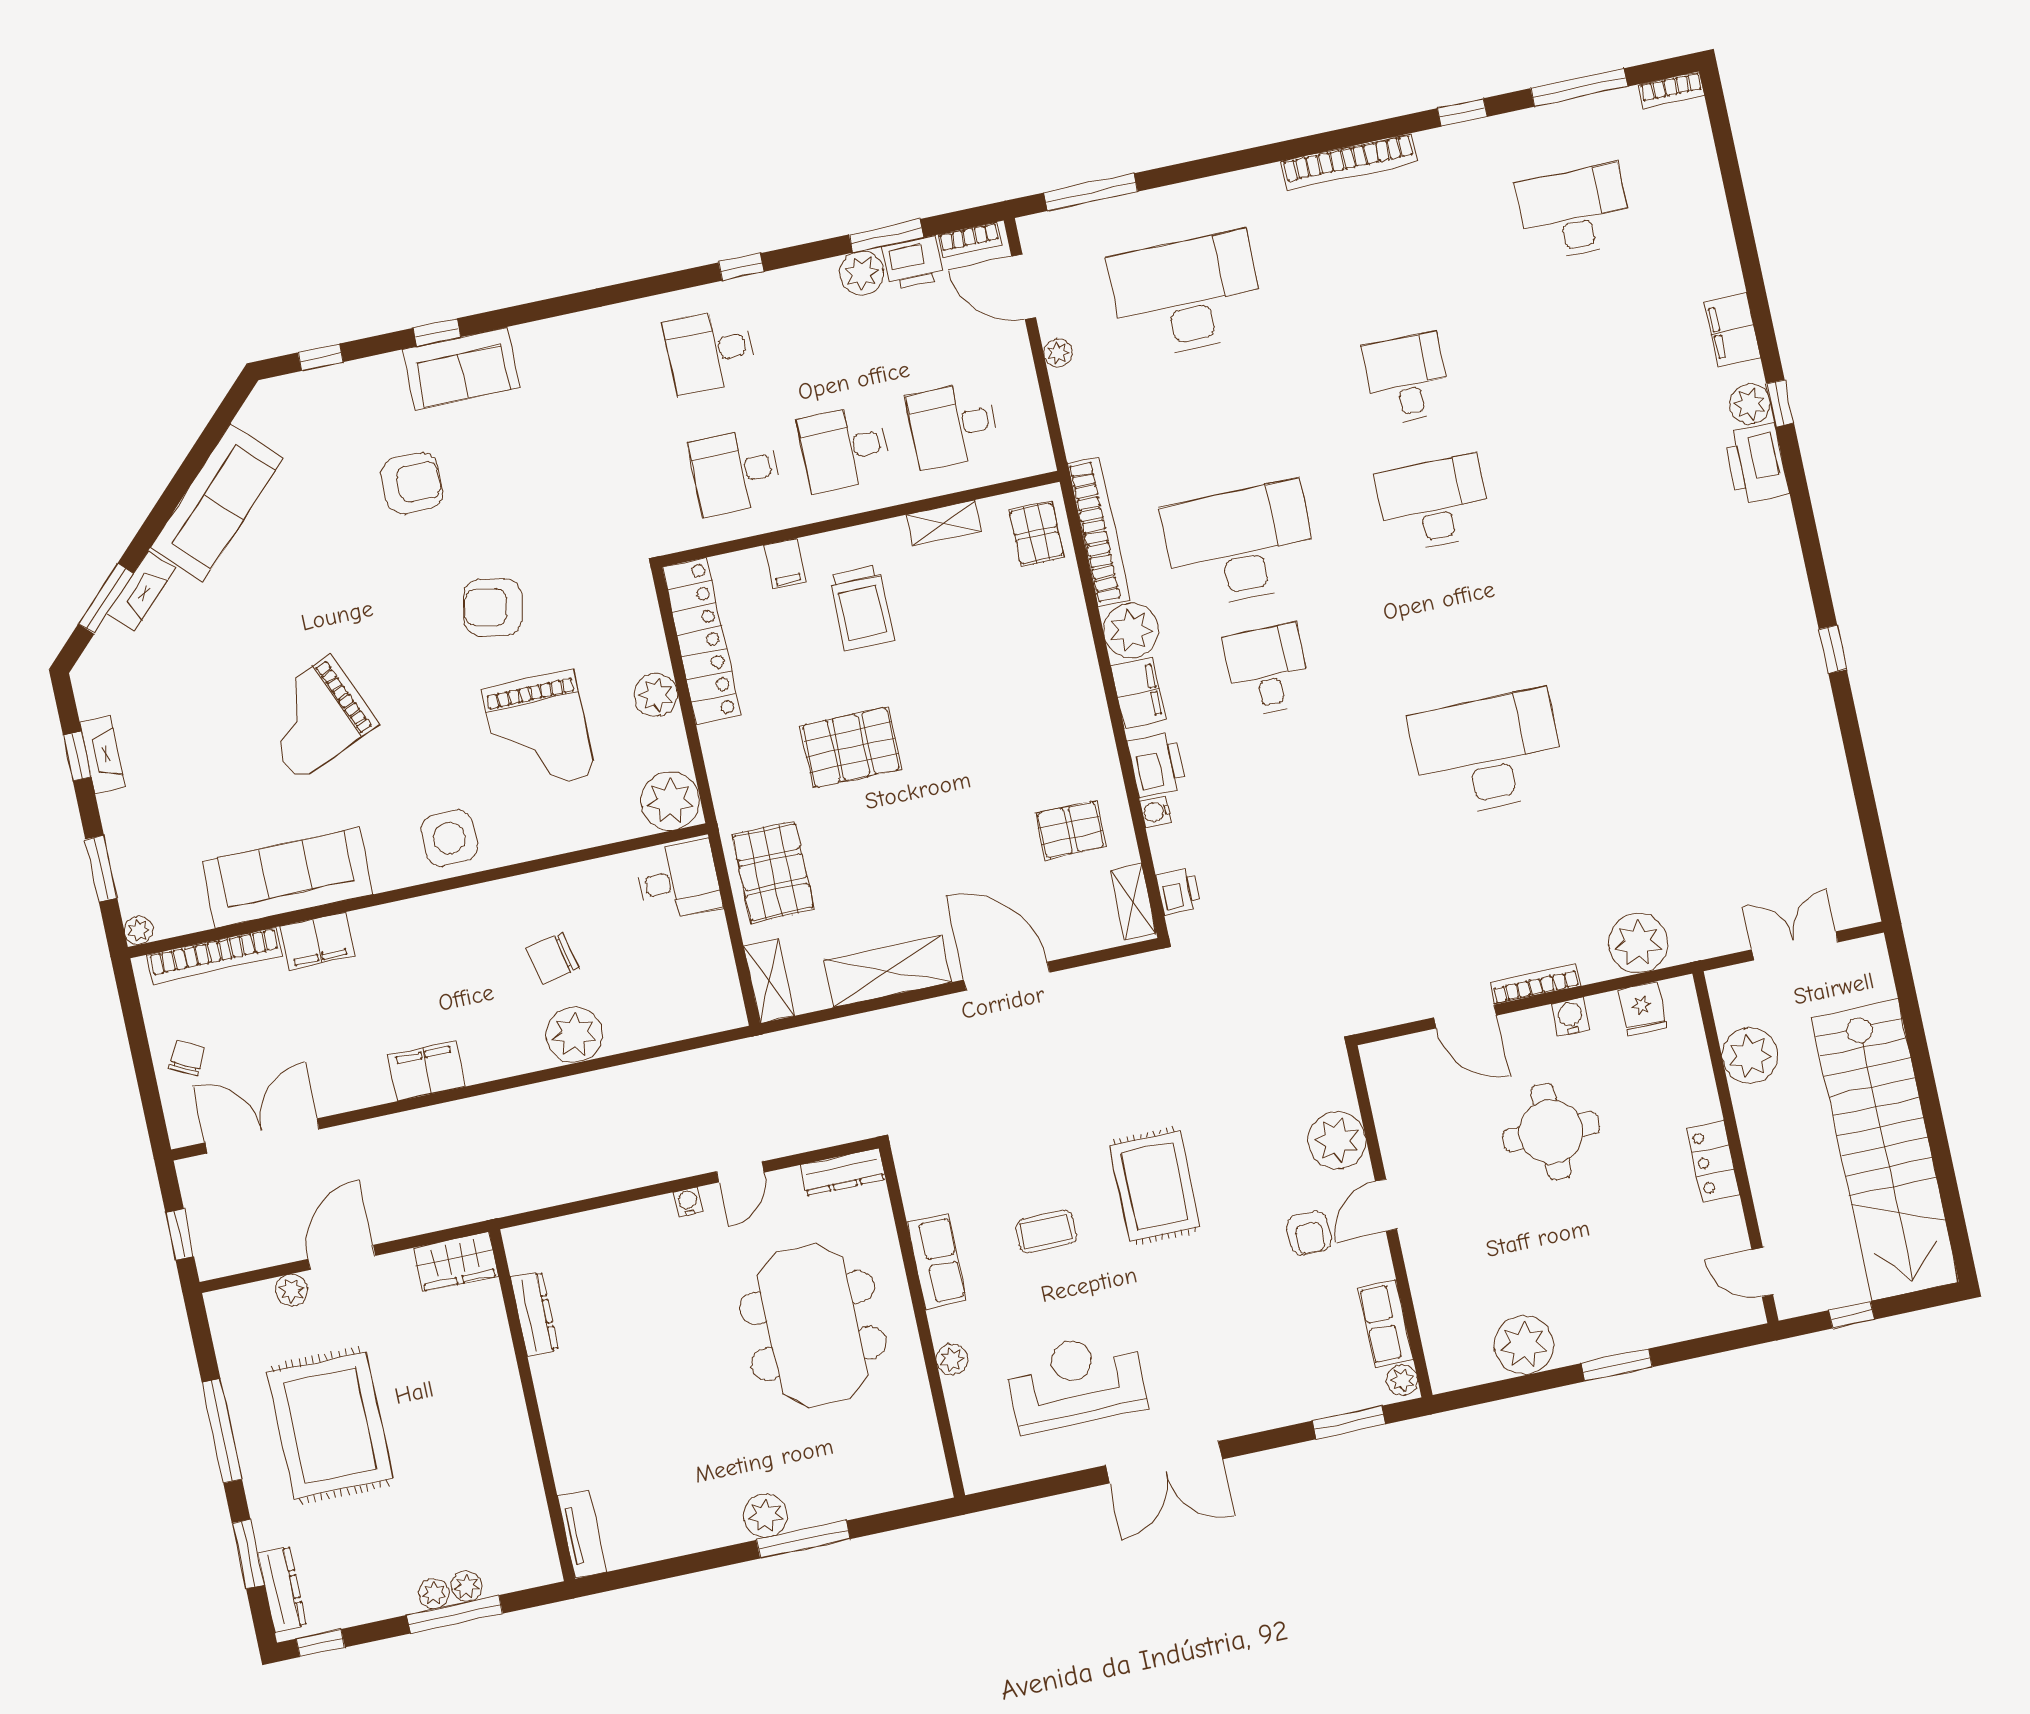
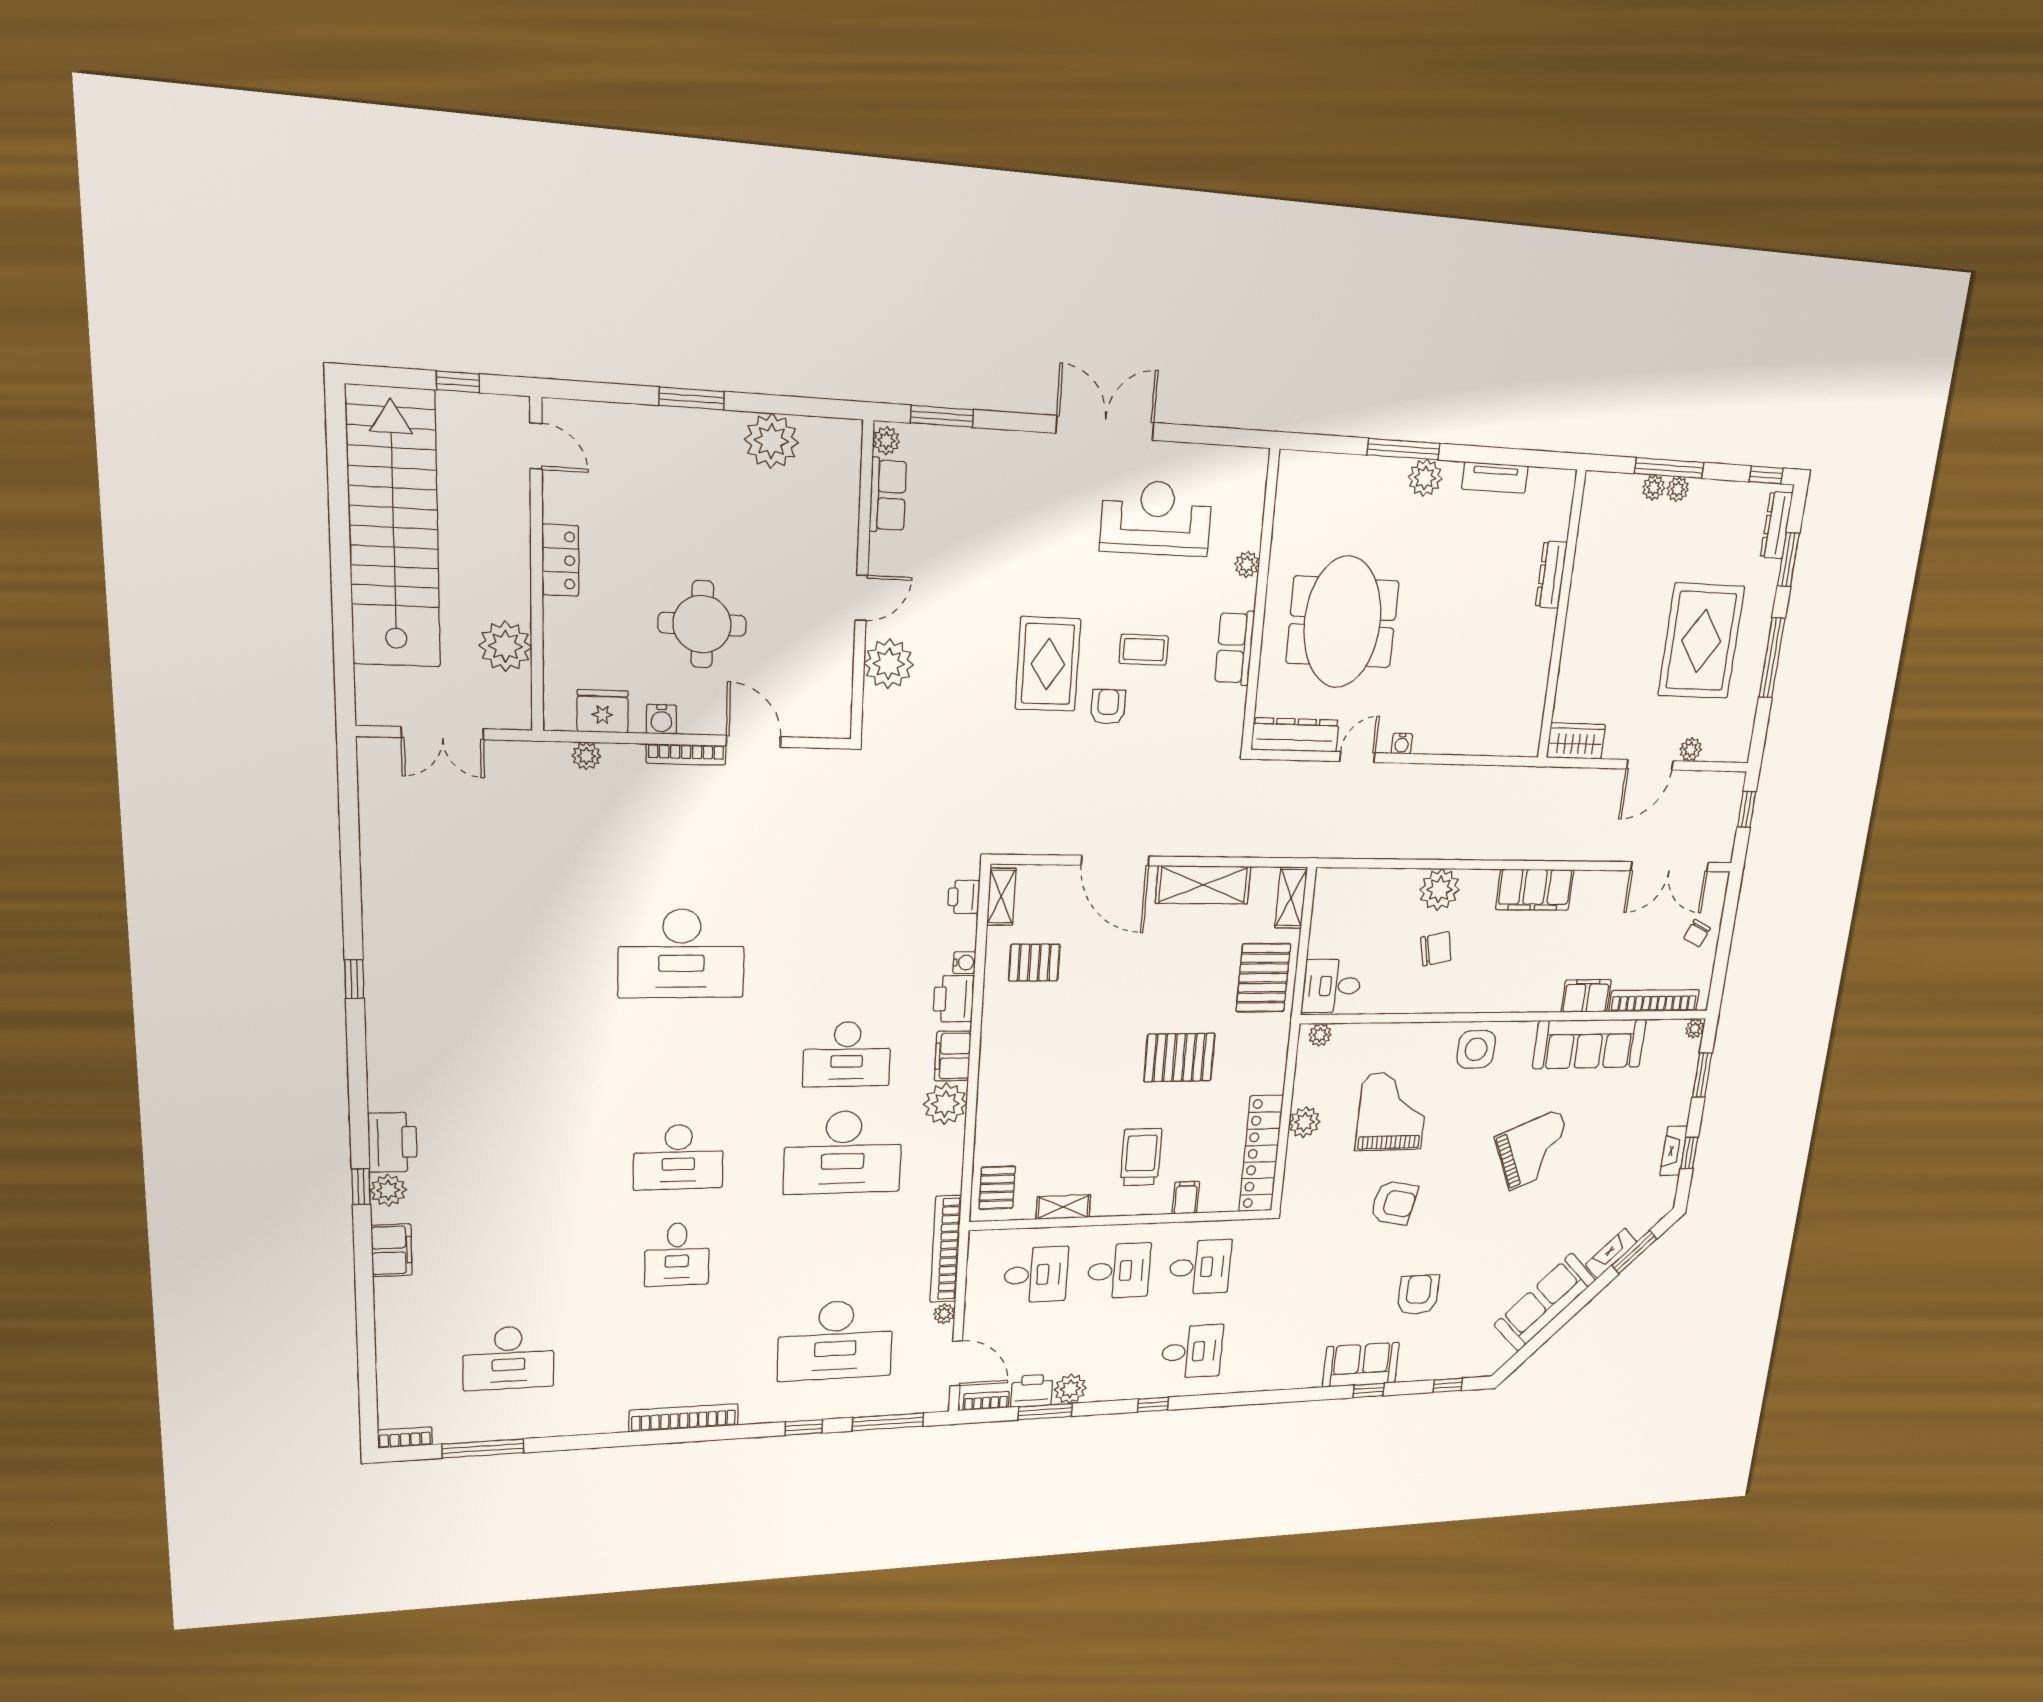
window: (1462, 112) -> (804, 1427), moved
armchair: (412, 483) -> (1418, 1295), turned 90
bookcase: (1099, 531) -> (946, 1249), moved
desk: (1267, 670) -> (847, 1054), width x1.37
plant: (670, 801) -> (1320, 1035), width x0.53, depth x0.53
plant: (1638, 943) -> (586, 756), width x0.53, depth x0.53
fridge: (1642, 1009) -> (603, 711), width x1.38
filing cabinet: (427, 1071) -> (1535, 890), width x1.50, depth x1.17
dresser: (843, 1172) -> (1295, 735), width x1.37, depth x1.24
armchair: (1309, 1233) -> (1108, 707), moved
dresser: (534, 1314) -> (1551, 575), moved
reception desk: (1076, 1382) -> (1156, 518), turned 180
tv unit: (582, 1534) -> (1495, 478), moved, turned -90

